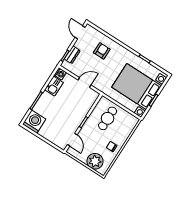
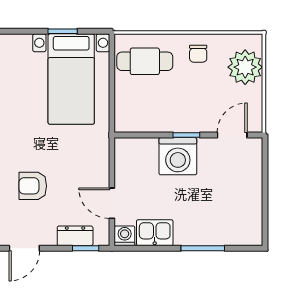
door: (84, 83) -> (112, 203), moved
bed with nightstands: (137, 87) -> (71, 79), width x0.73
cafe table: (108, 118) -> (145, 61), moved
washing machine: (34, 122) -> (178, 156), moved, turned -90

